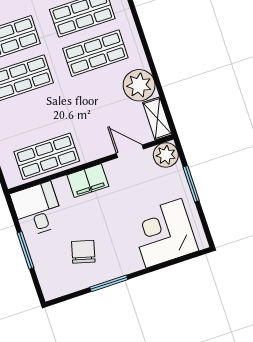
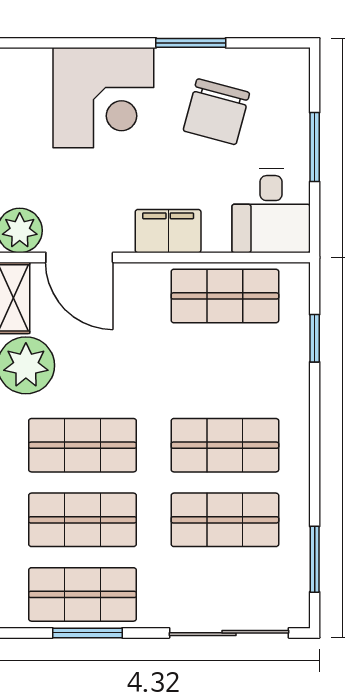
door: (130, 151) -> (79, 257), width x1.38
corner desk: (164, 233) -> (103, 98), moved
chair: (83, 252) -> (216, 112), width x1.37, depth x1.37

